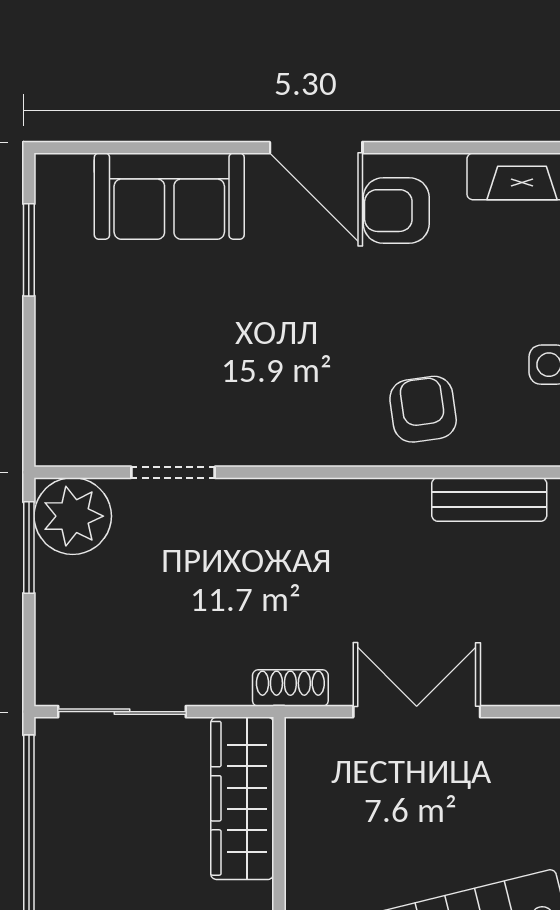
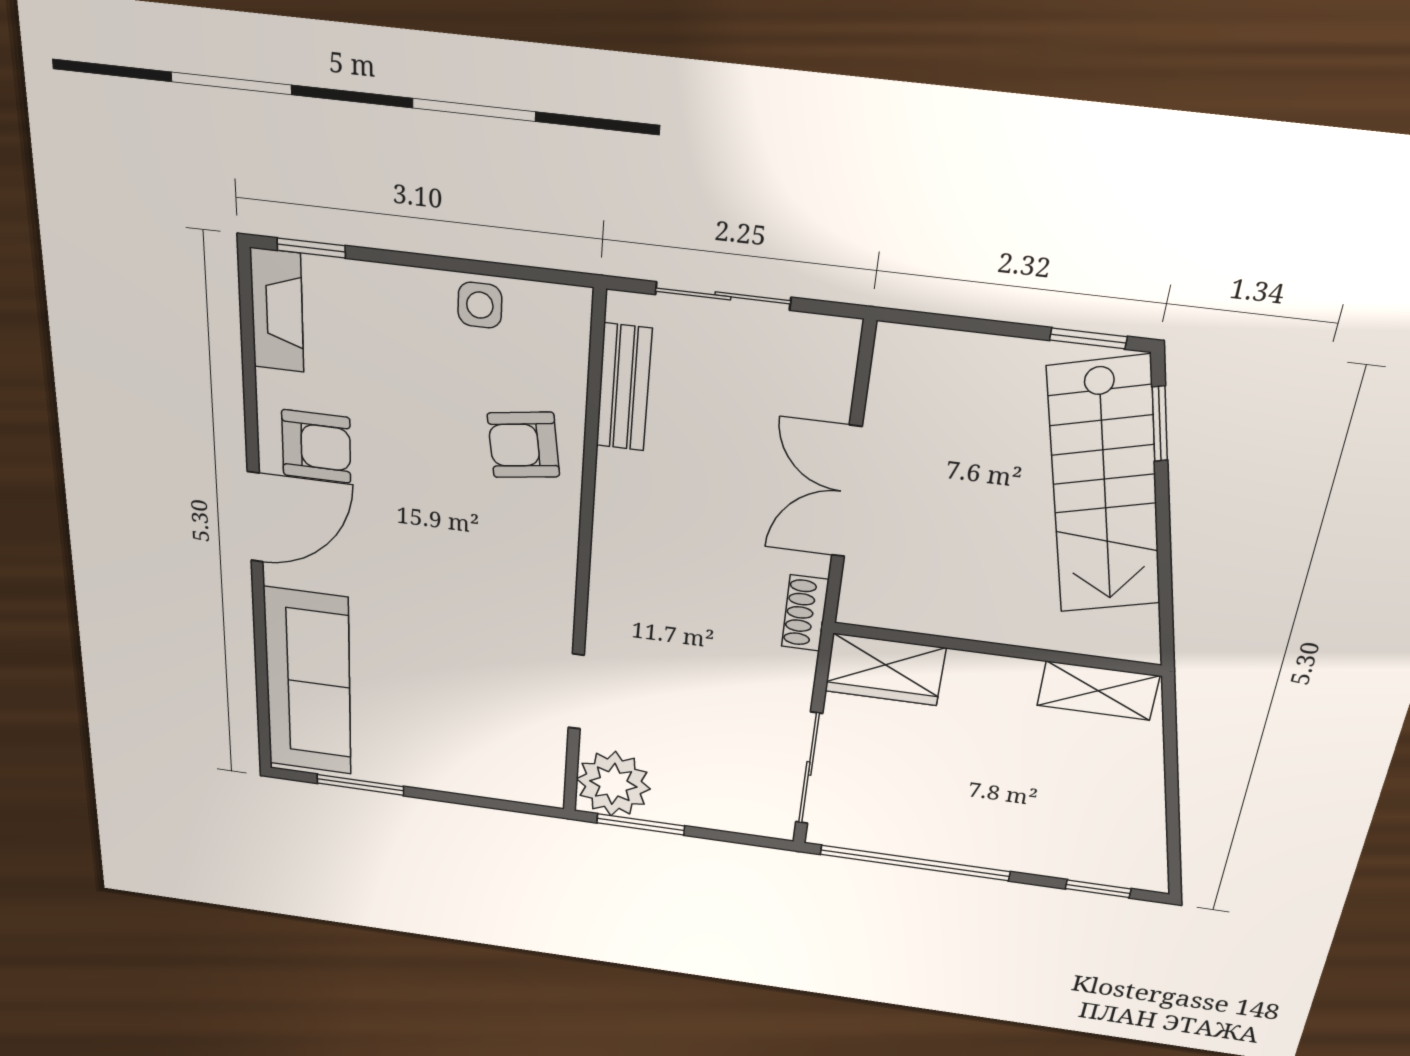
sofa: (169, 196) -> (308, 682), width x1.36
armchair: (396, 211) -> (316, 446), turned -90
wardrobe: (242, 798) -> (885, 669), width x0.67

